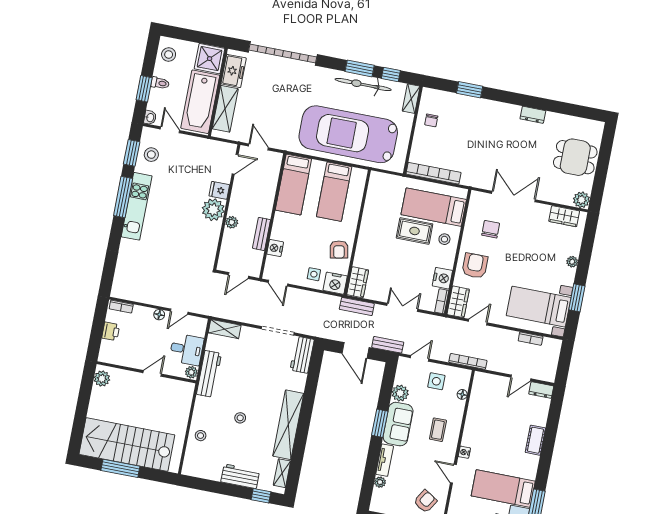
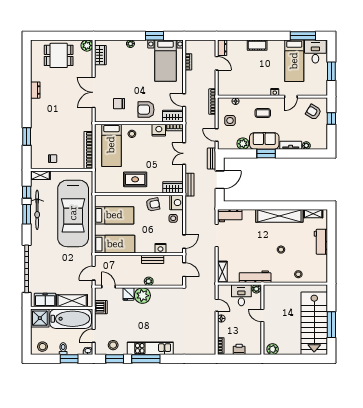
dishwasher: (208, 148) -> (101, 307), added
dining table: (575, 157) -> (59, 55), turned 90
rug: (415, 231) -> (135, 179), moved, turned 90
window: (261, 496) -> (331, 225), removed

